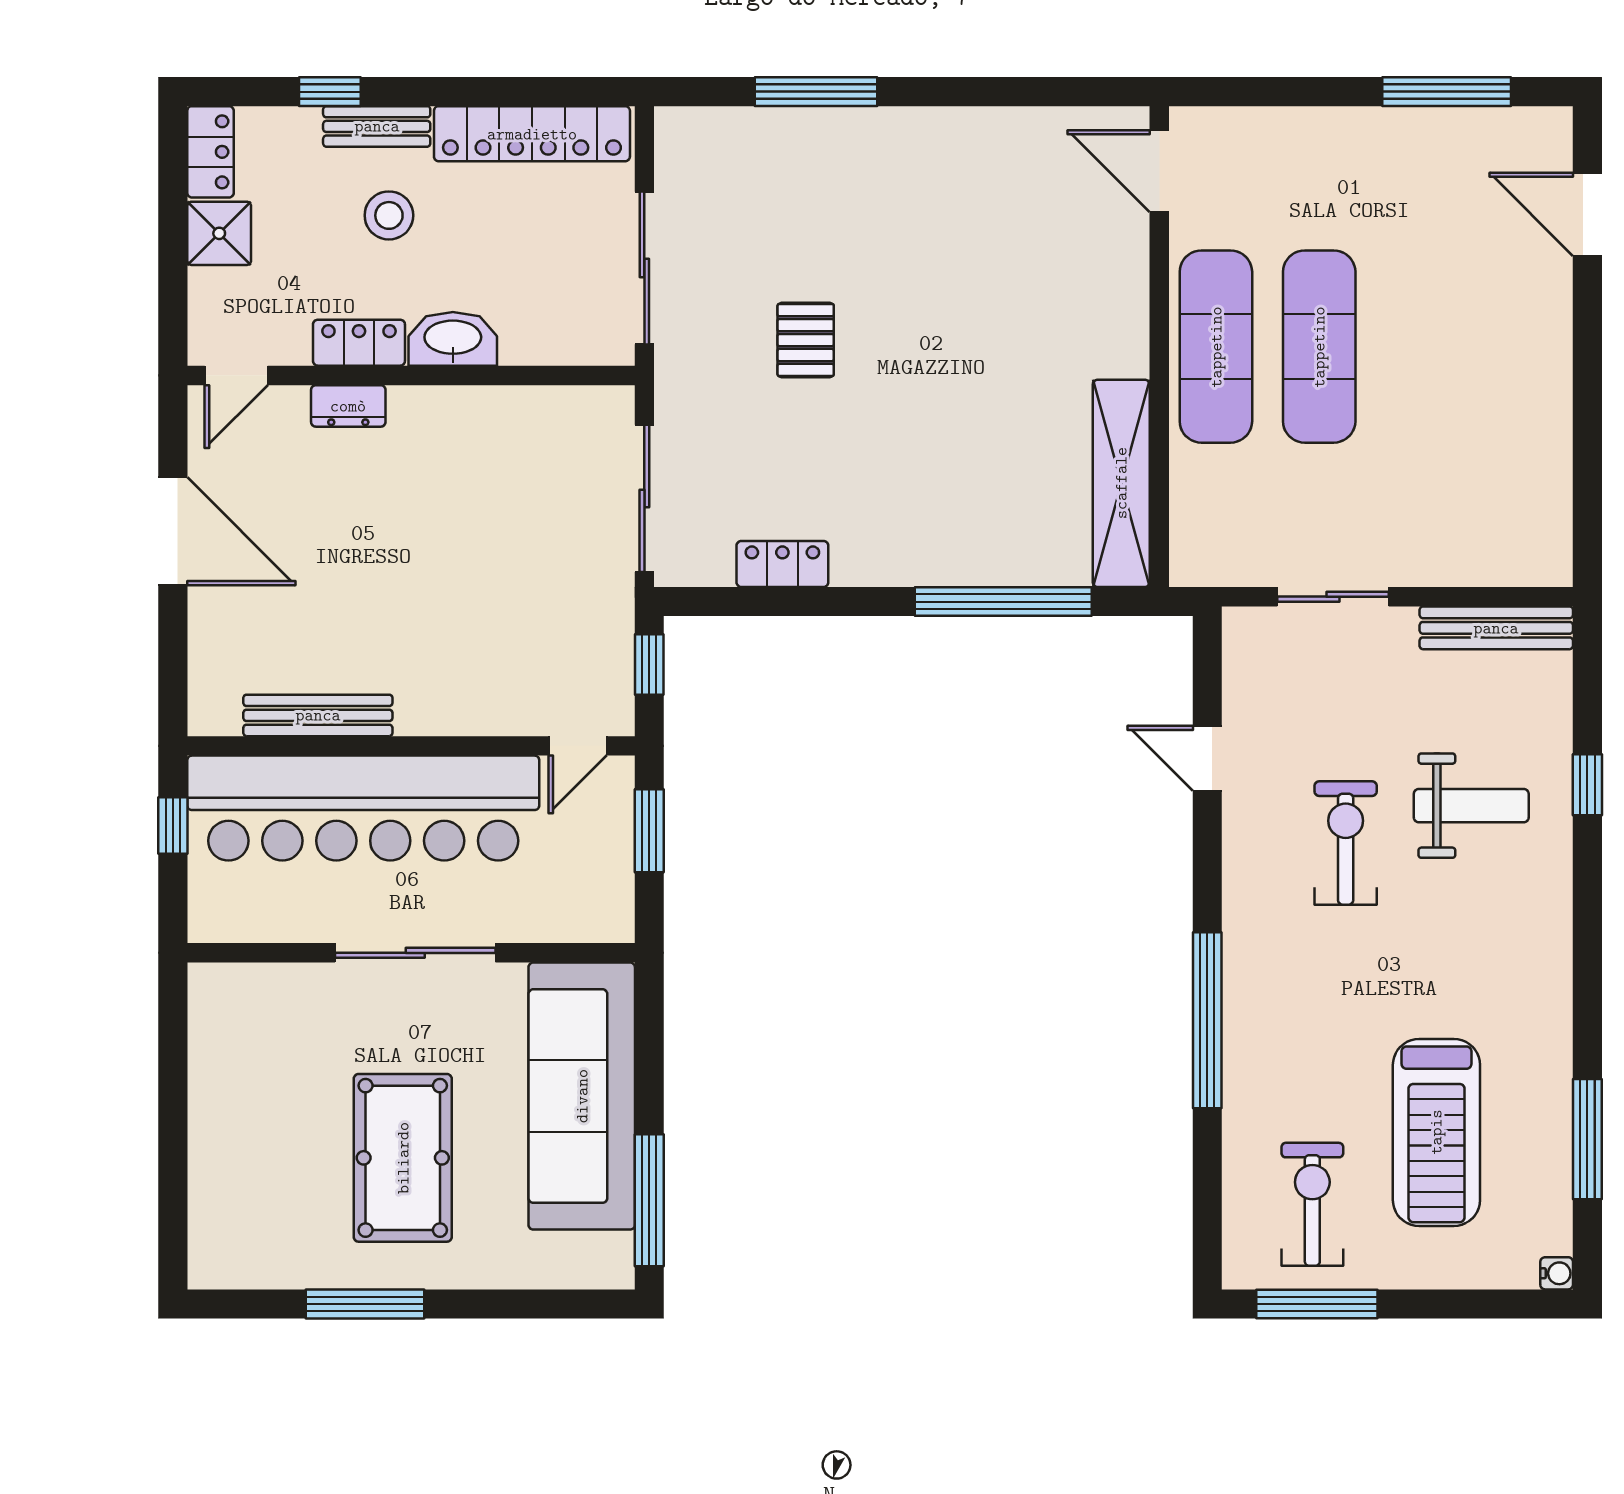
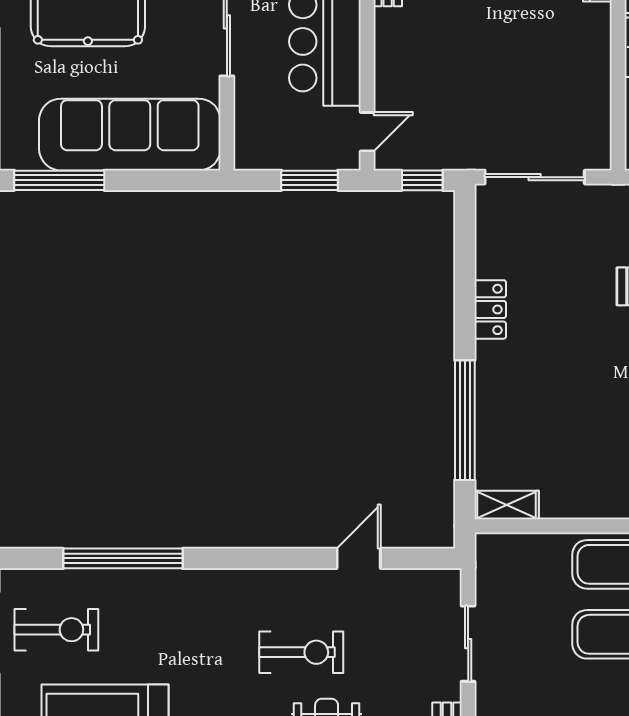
shelving: (1121, 483) -> (507, 505), width x0.45, depth x0.75
locker: (782, 564) -> (490, 309), moved
door: (578, 746) -> (367, 132), swing flipped
window: (1207, 1020) -> (123, 558), moved

